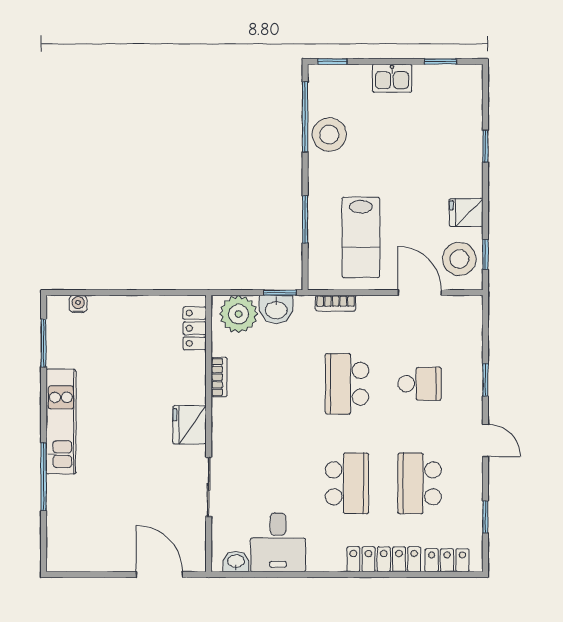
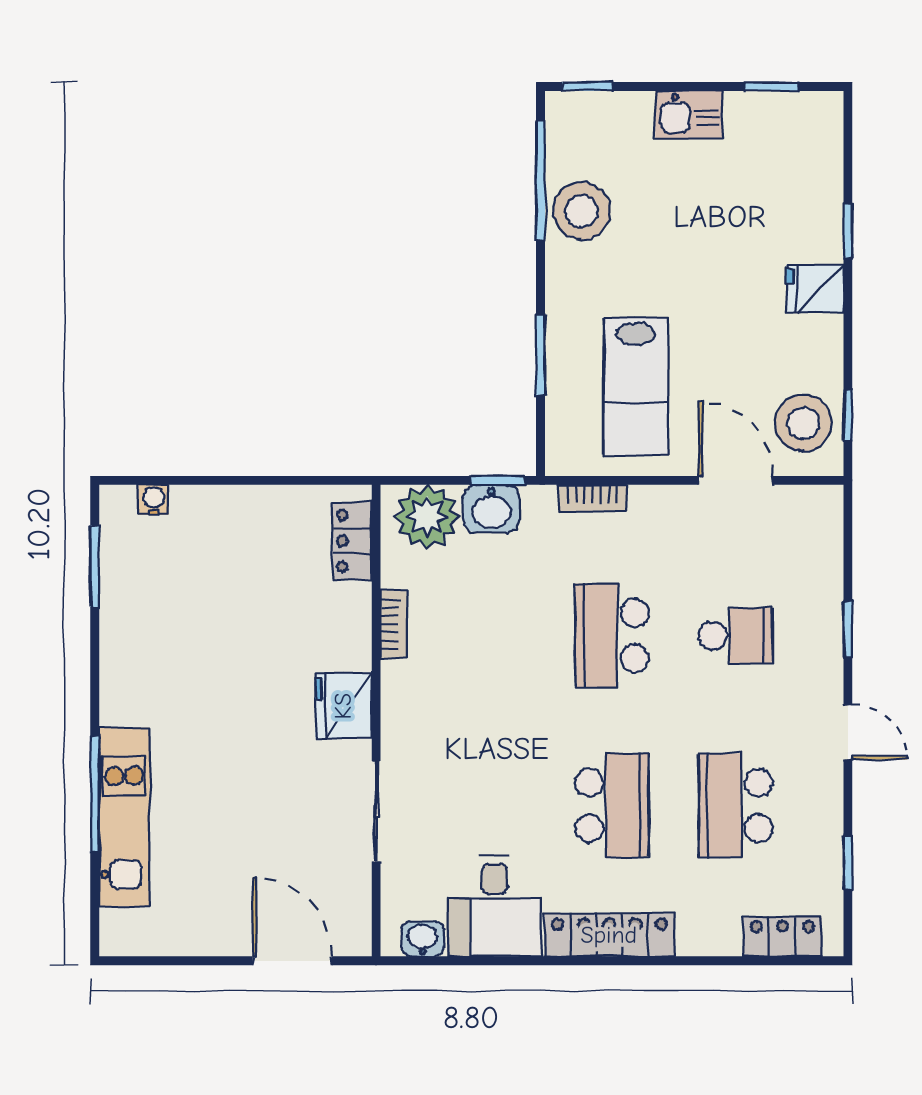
fridge: (466, 213) -> (815, 288), moved
kitchen unit: (61, 422) -> (124, 817), moved
locker: (384, 559) -> (609, 935), moved

